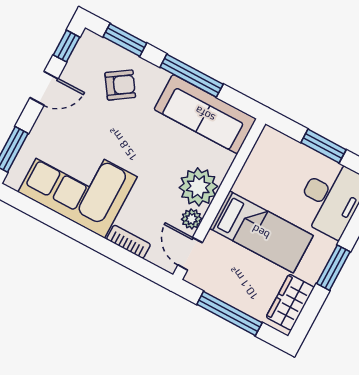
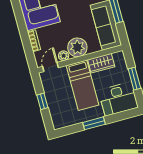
wardrobe: (290, 302) -> (101, 63), moved, turned 180
window: (229, 313) -> (42, 101), width x0.46

